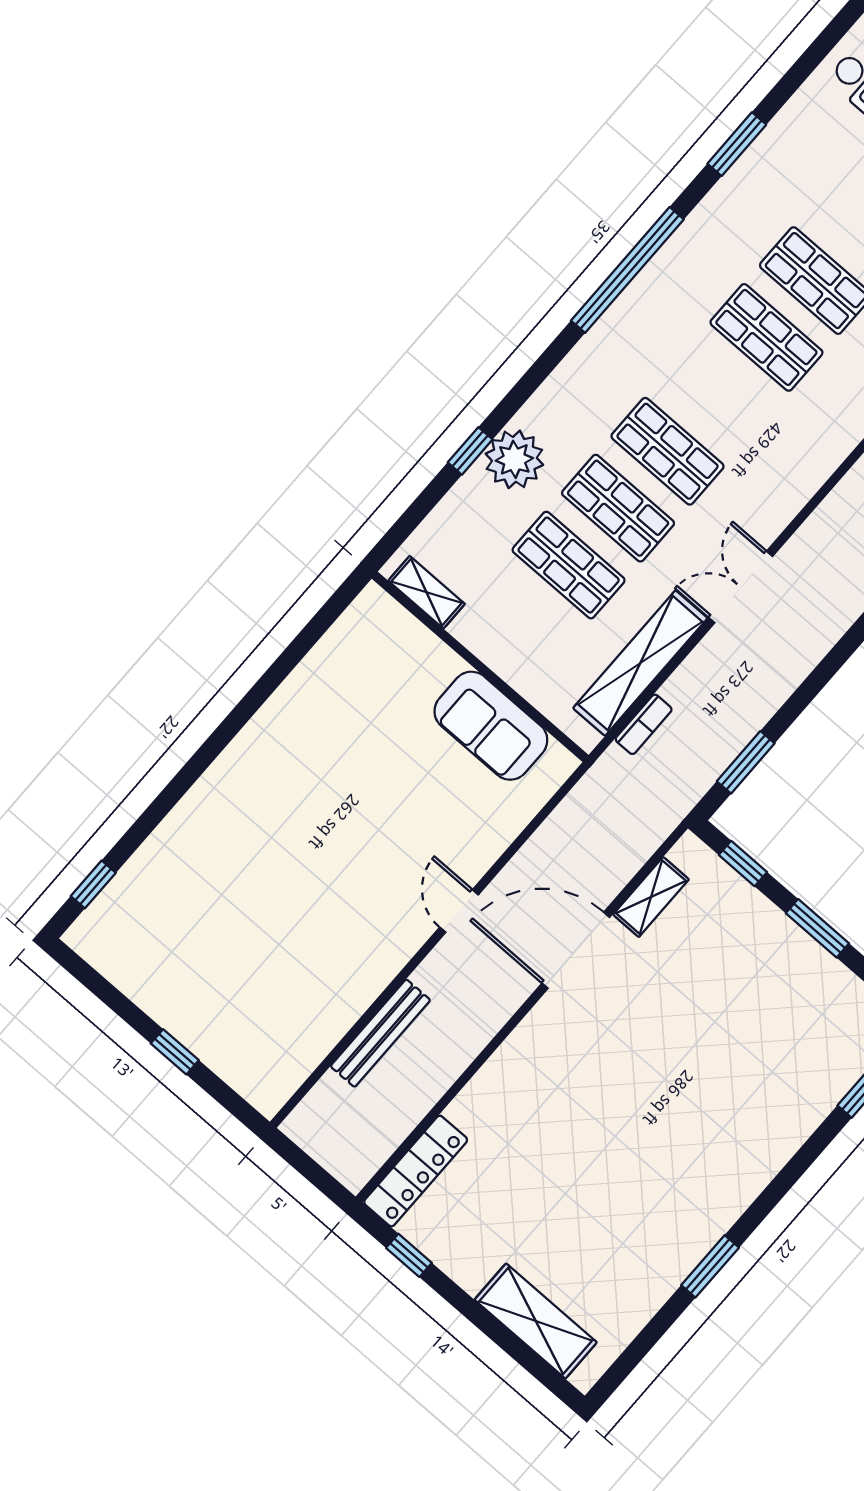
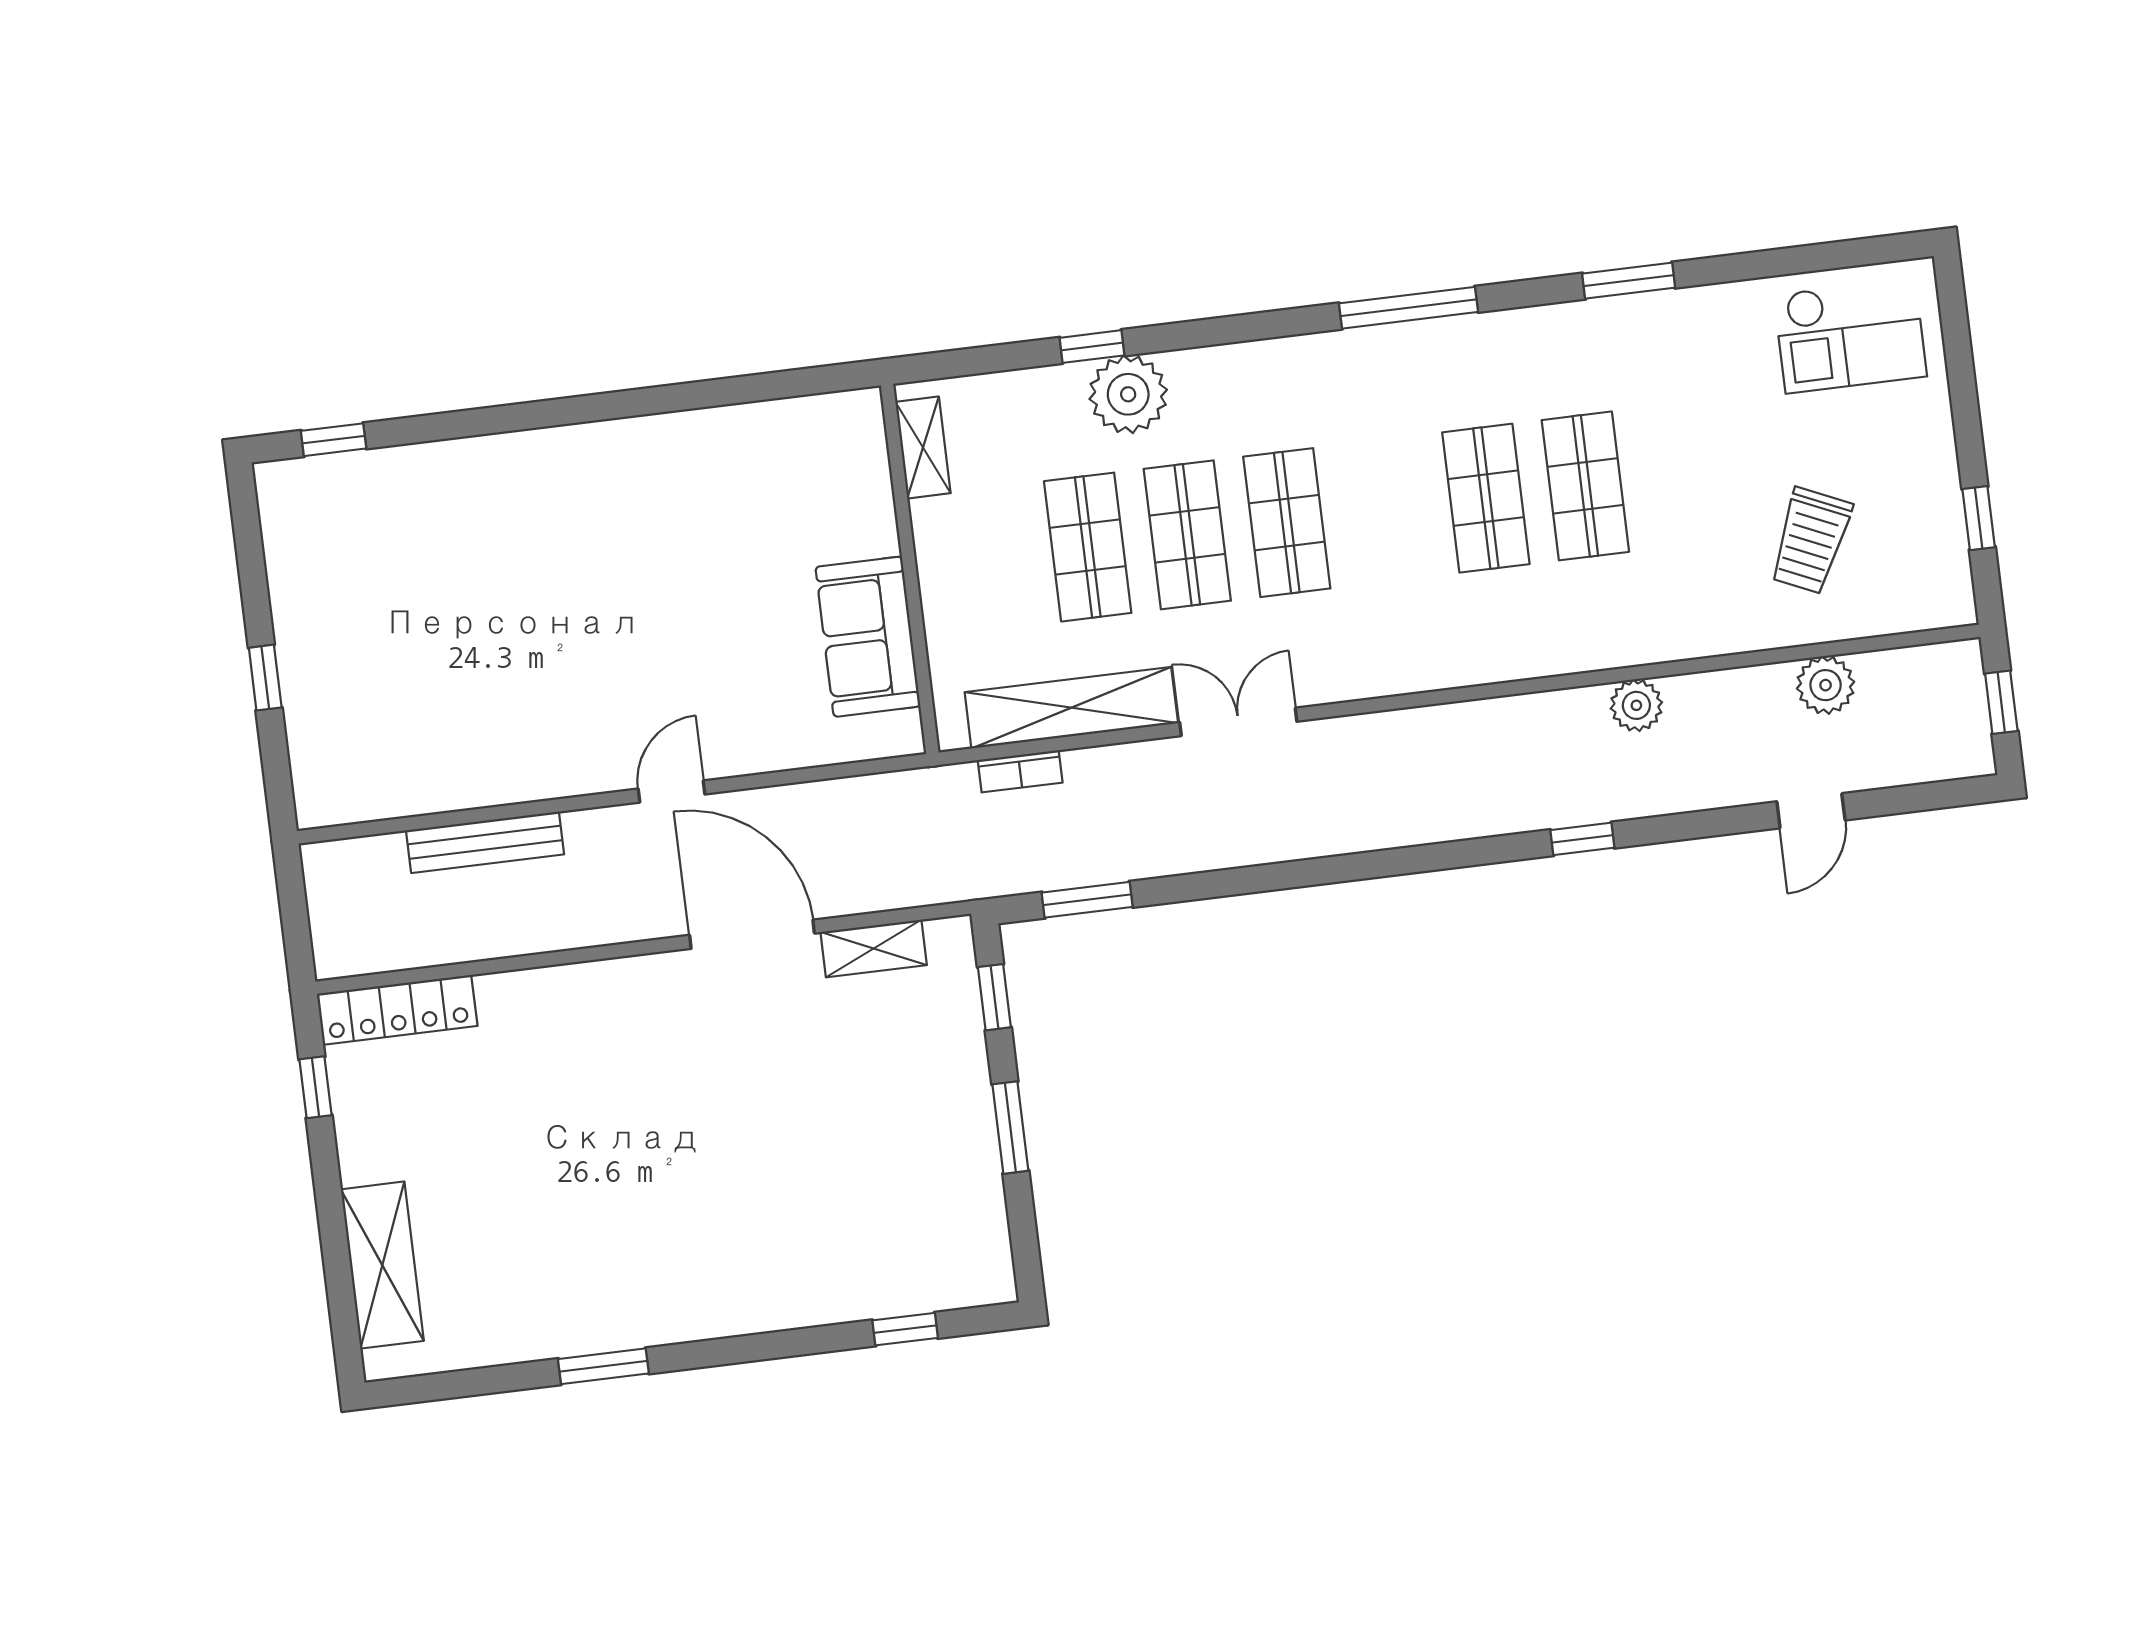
window: (627, 270) -> (1408, 308), width x0.68

